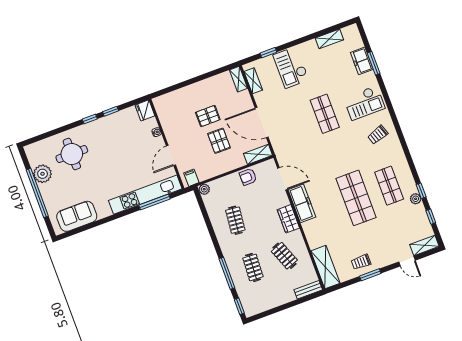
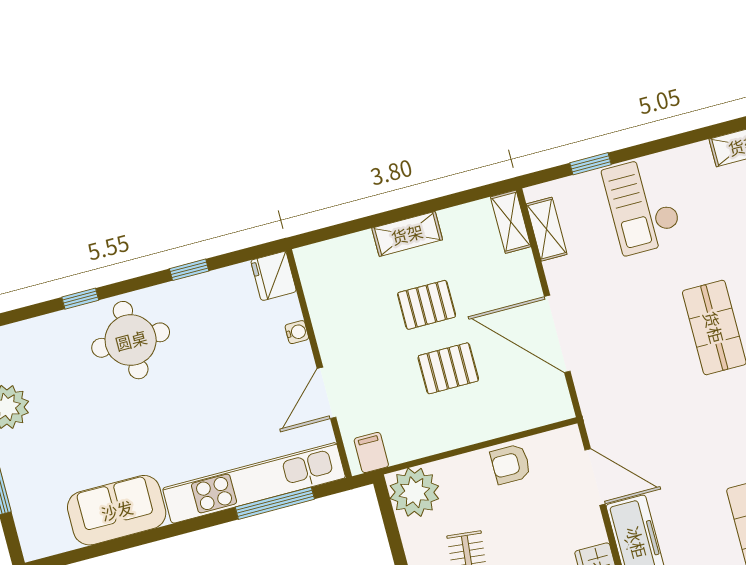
window: (90, 119) -> (80, 299), moved
pallet: (219, 141) -> (448, 368), turned 90
round table: (72, 154) -> (131, 340), moved
shelving: (258, 154) -> (407, 234), moved
plant: (204, 189) -> (414, 492), width x1.88, depth x1.88
sofa: (77, 216) -> (117, 510), moved

